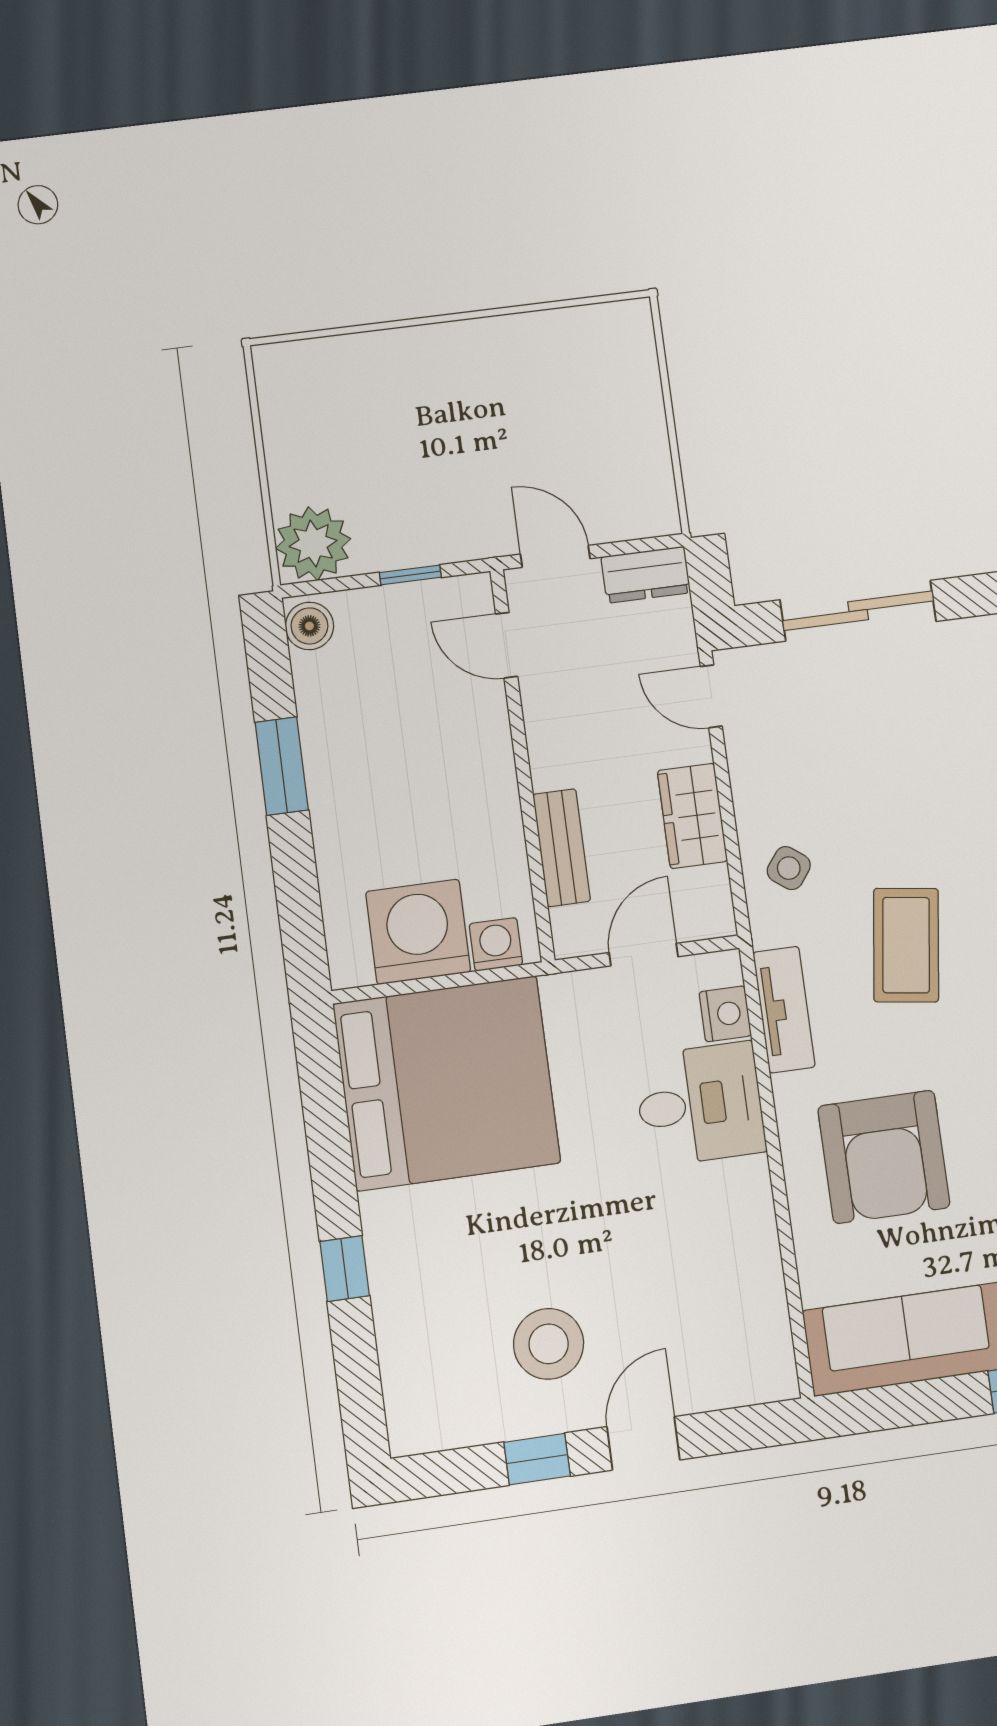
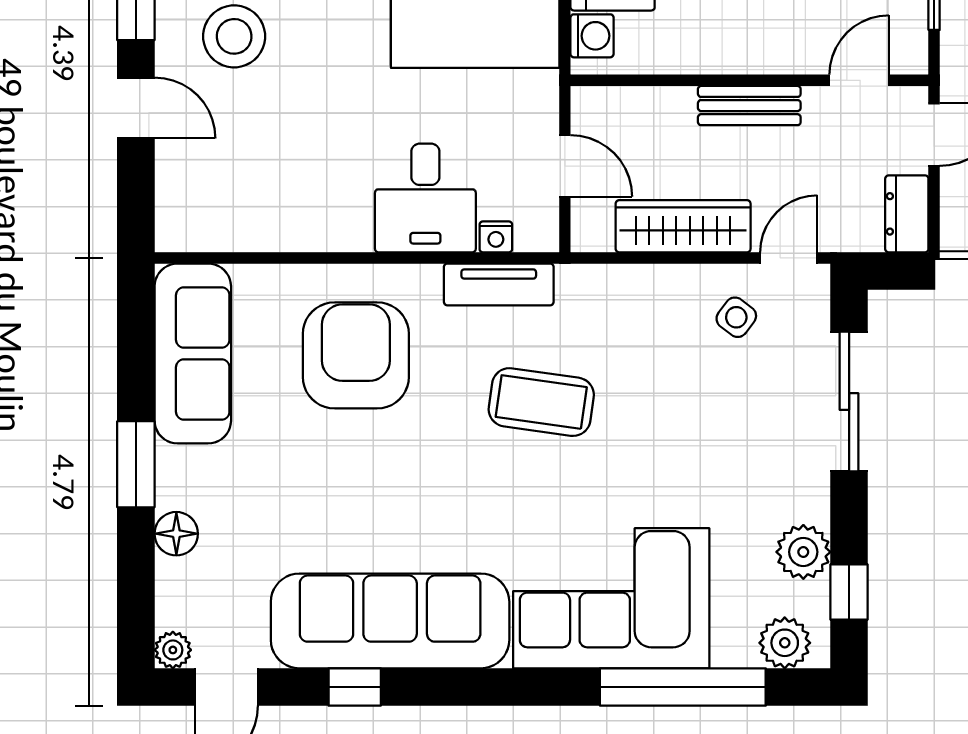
wardrobe: (692, 816) -> (683, 226), width x1.50
bench: (562, 848) -> (749, 106), moved
side table: (789, 868) -> (736, 317), moved
nightstand: (725, 1014) -> (496, 237), width x0.72, depth x0.74
armchair: (884, 1157) -> (356, 355), turned 90

